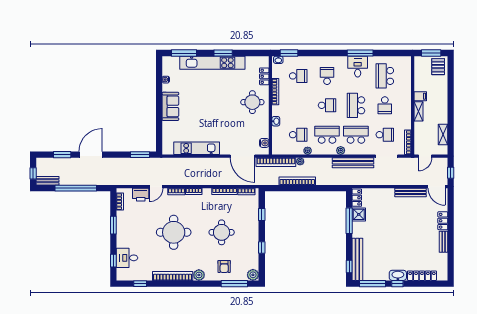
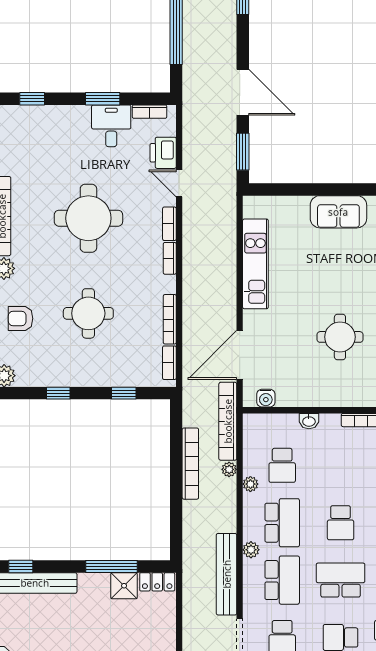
round table: (252, 102) -> (340, 337), moved
door: (91, 155) -> (243, 92), moved
desk: (127, 258) -> (111, 126), moved

